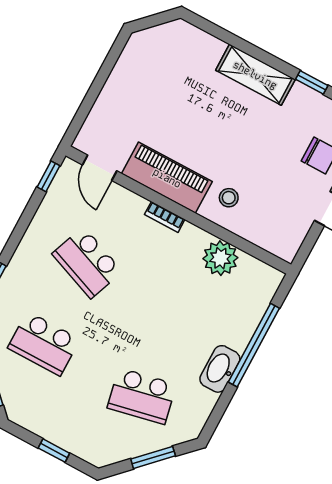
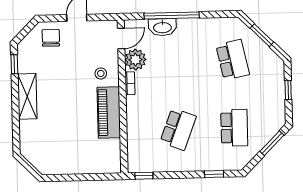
door: (100, 168) -> (121, 38), moved
bookcase: (165, 217) -> (130, 83), moved
washbasin: (220, 369) -> (162, 27), moved

